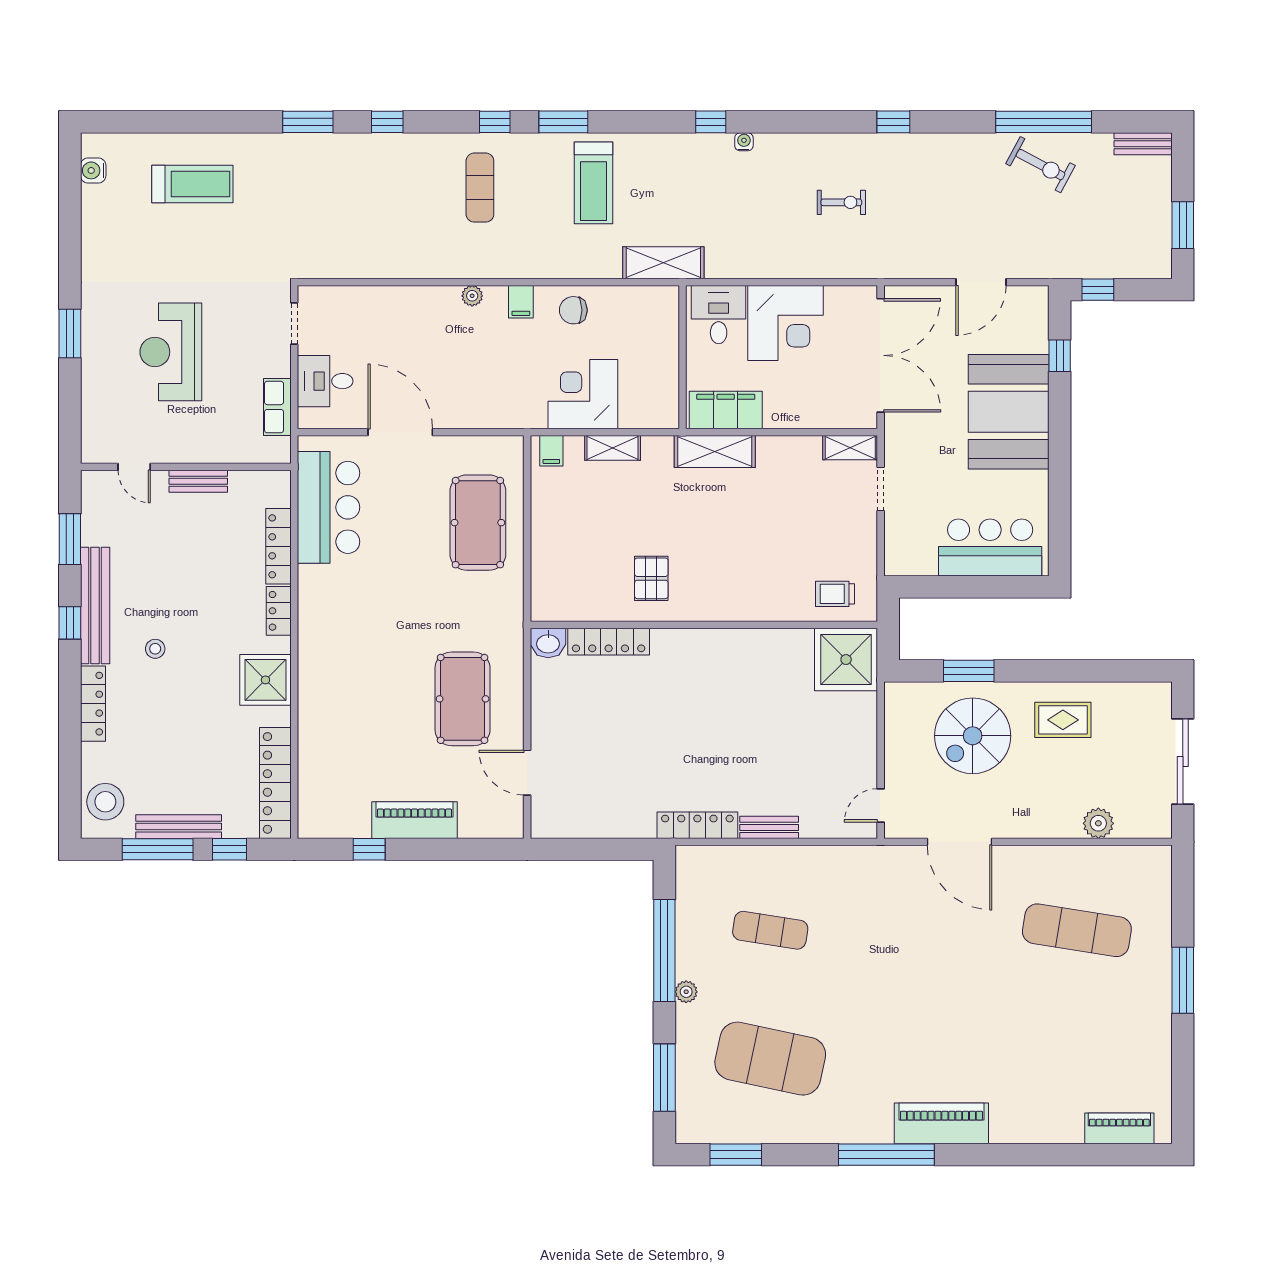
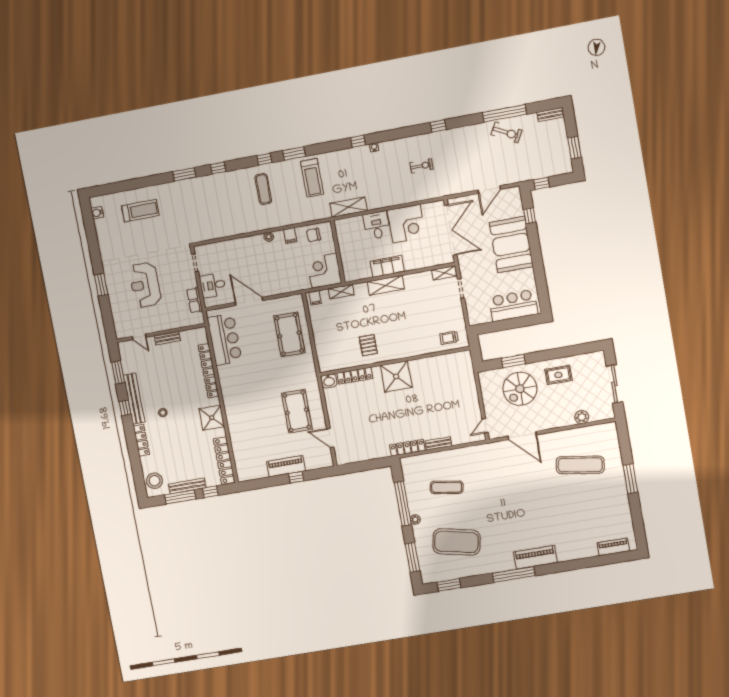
wall: (683, 357) -> (338, 252), moved
shower: (846, 660) -> (396, 376), moved
window: (369, 849) -> (296, 477), moved

